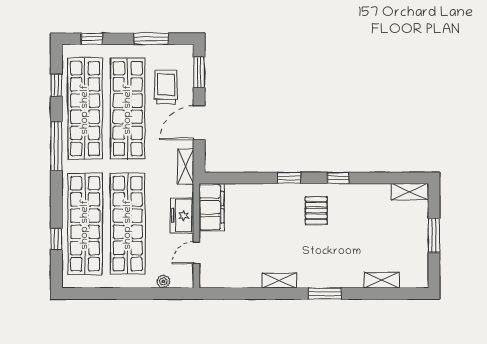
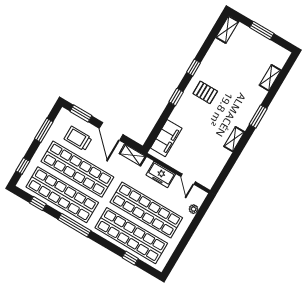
filing cabinet: (211, 207) -> (166, 138), moved, turned 90

